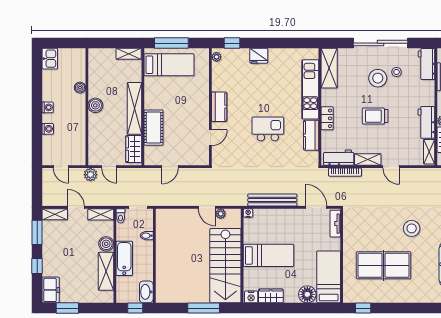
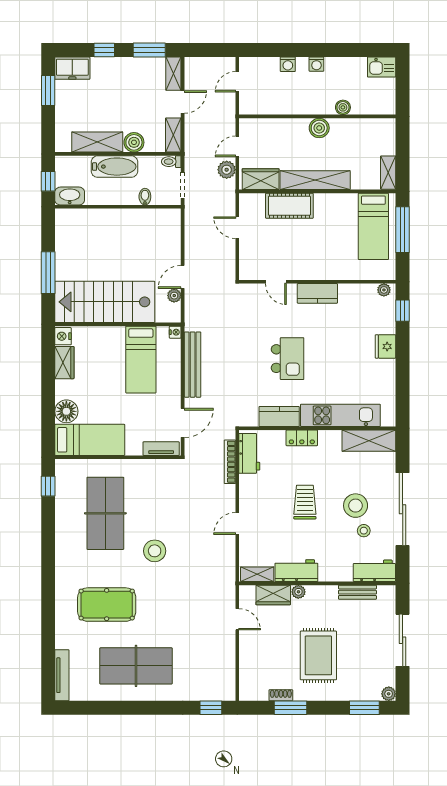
shelving: (368, 159) -> (247, 492), removed
plant: (90, 175) -> (227, 170), moved
bed: (269, 255) -> (141, 360), moved

